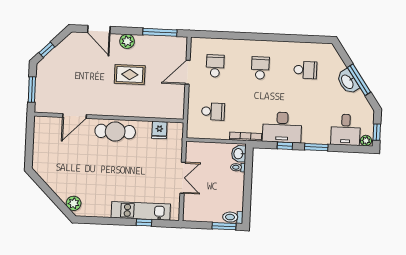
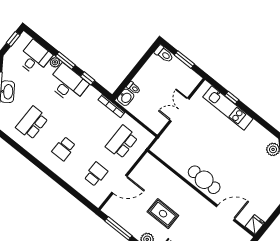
school desk: (215, 66) -> (96, 174), turned 180
school desk: (305, 70) -> (32, 123), width x1.85
school desk: (213, 111) -> (122, 142), width x1.85
desk: (282, 127) -> (68, 84), moved
fridge: (159, 130) -> (255, 225), moved
plant: (366, 141) -> (55, 62), moved
window: (224, 226) -> (184, 60), moved

